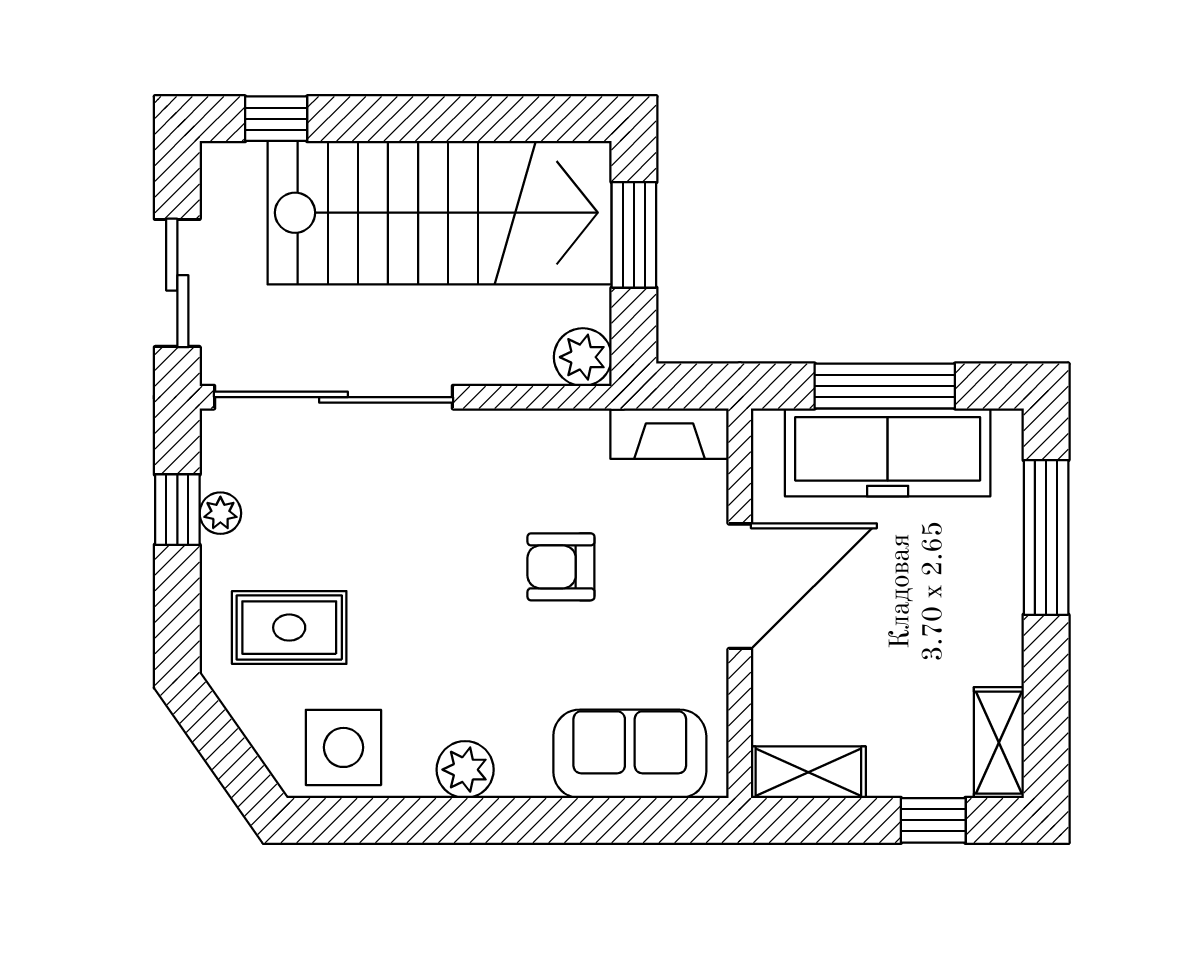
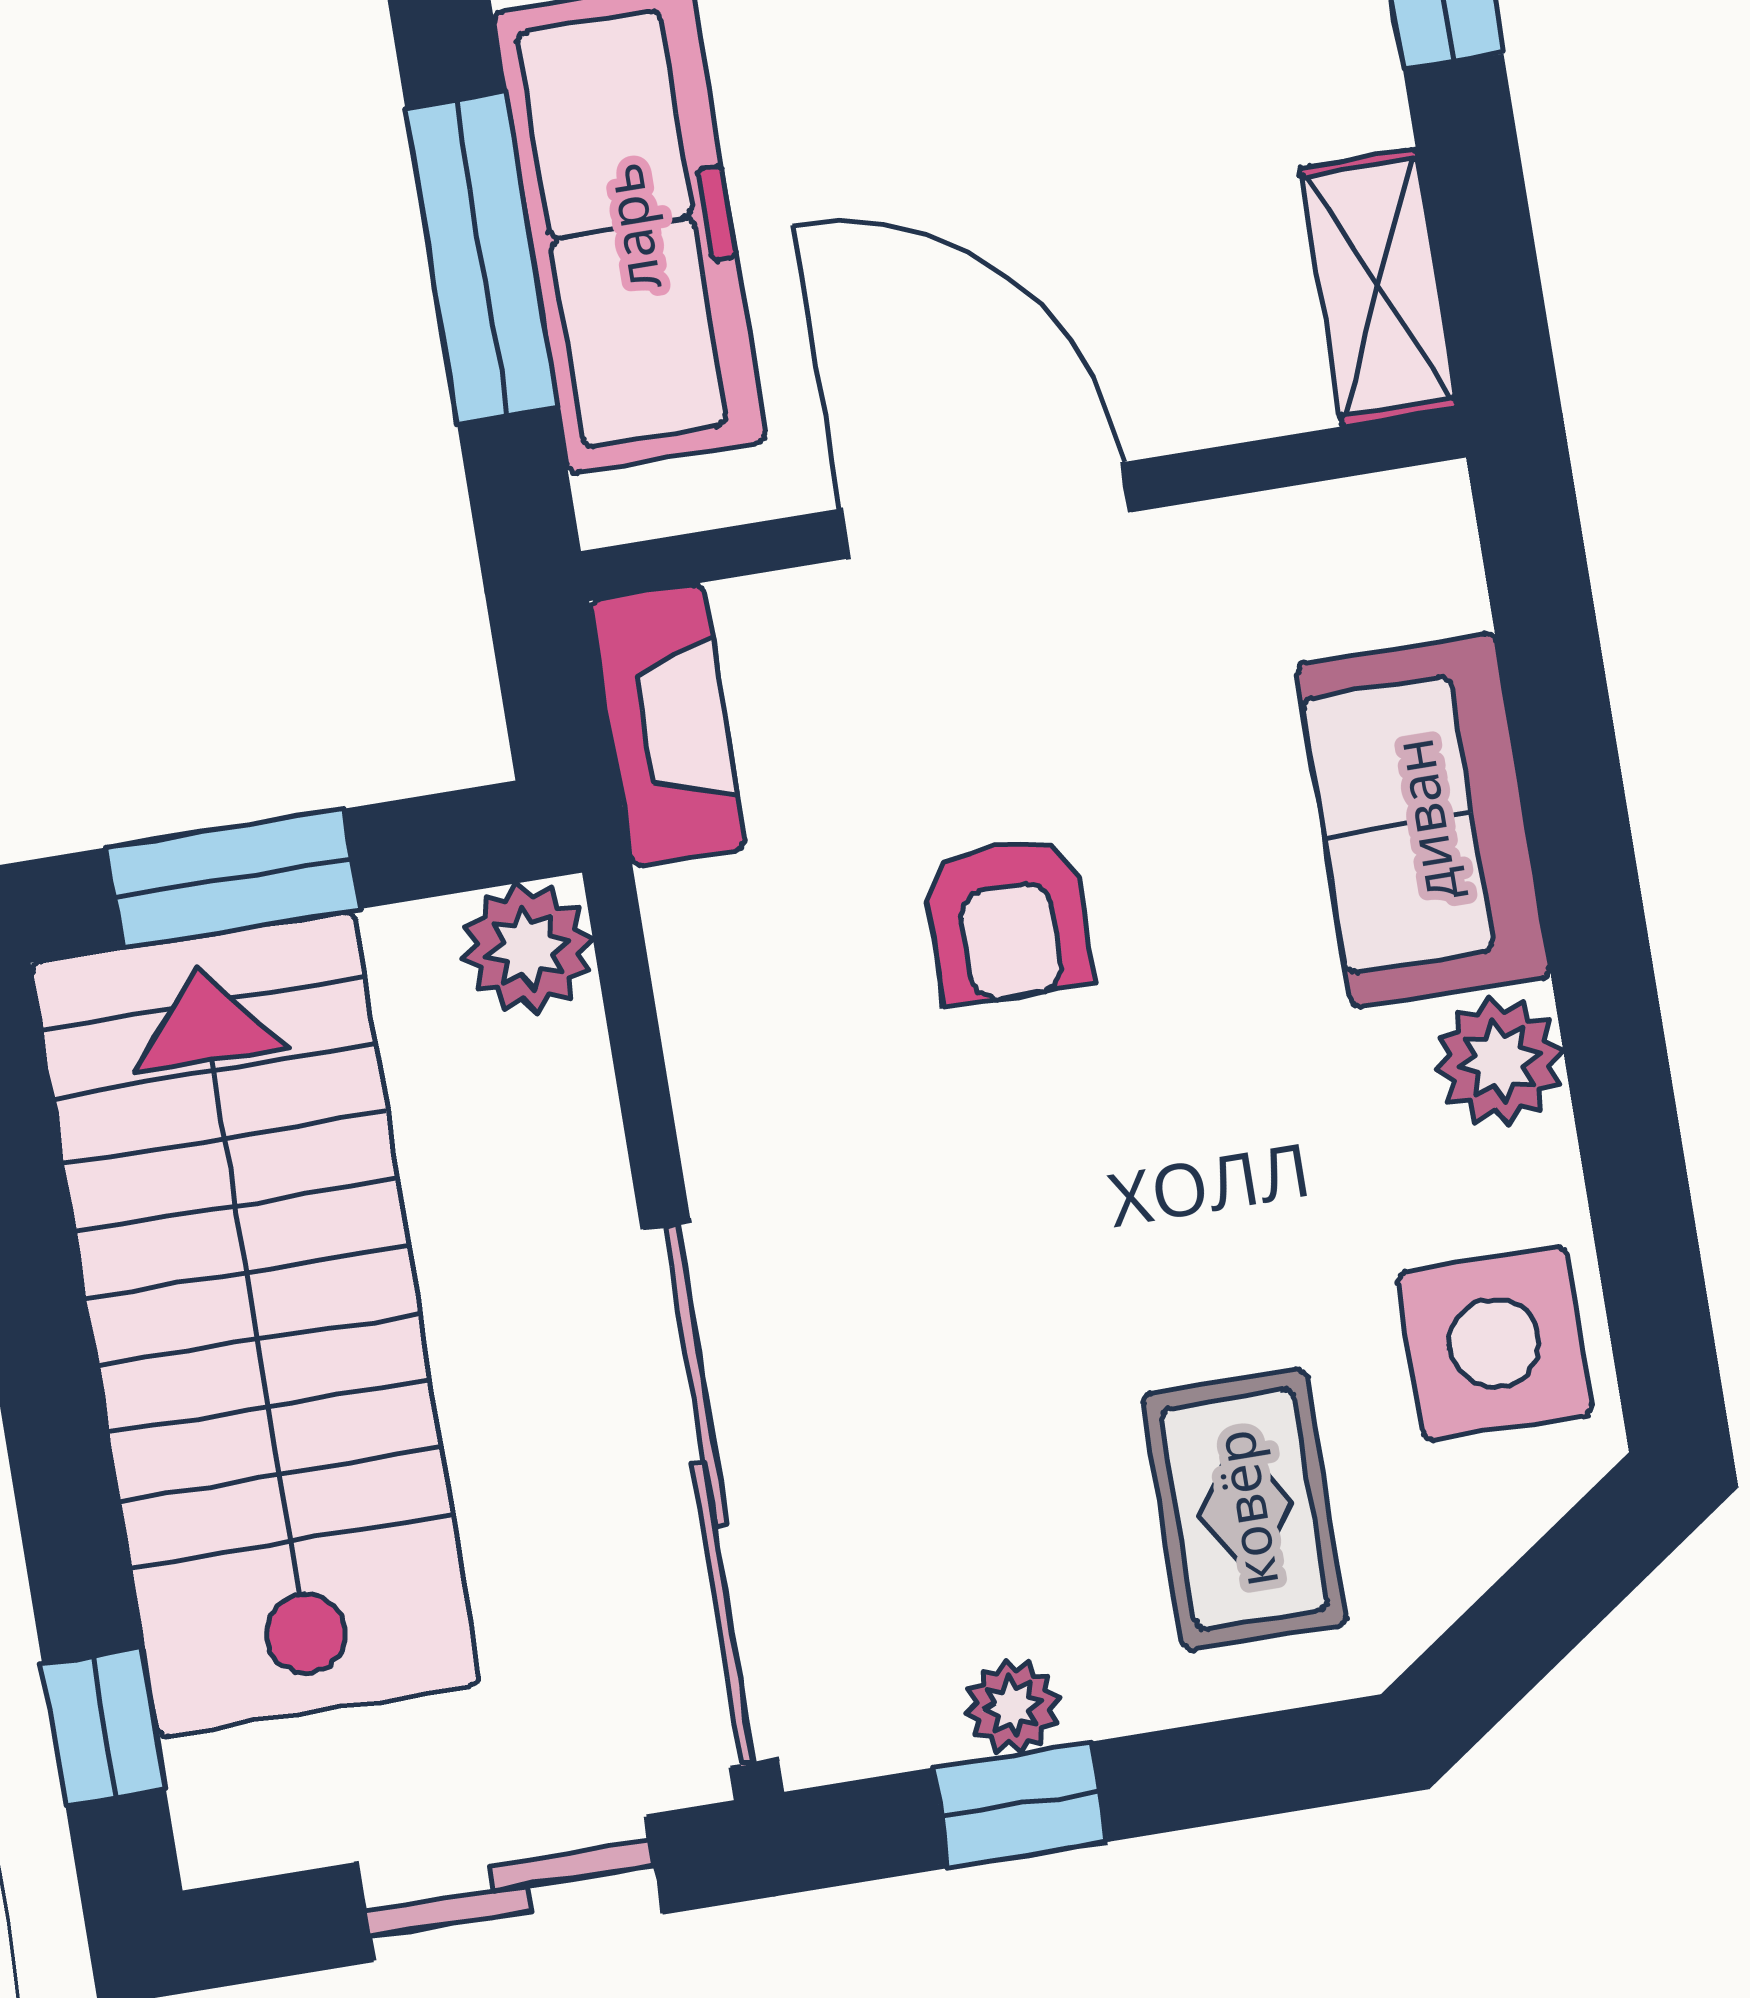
sofa: (630, 754) -> (1424, 820), moved

